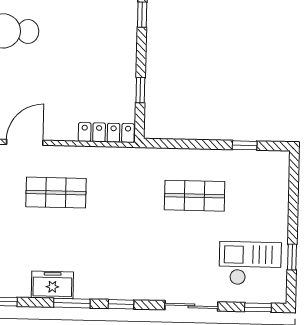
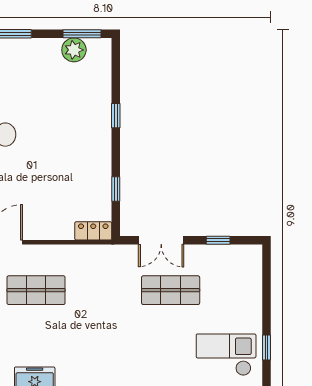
locker: (106, 133) -> (93, 231), width x0.66
double door: (186, 144) -> (161, 240), added

